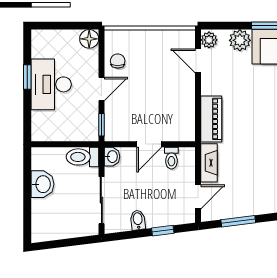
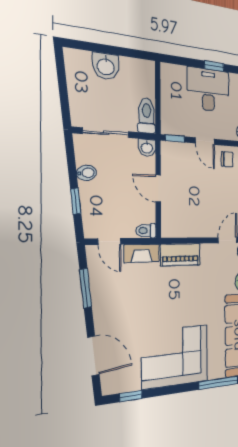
toilet: (171, 158) -> (146, 231), moved
washbasin: (42, 184) -> (106, 66), moved

